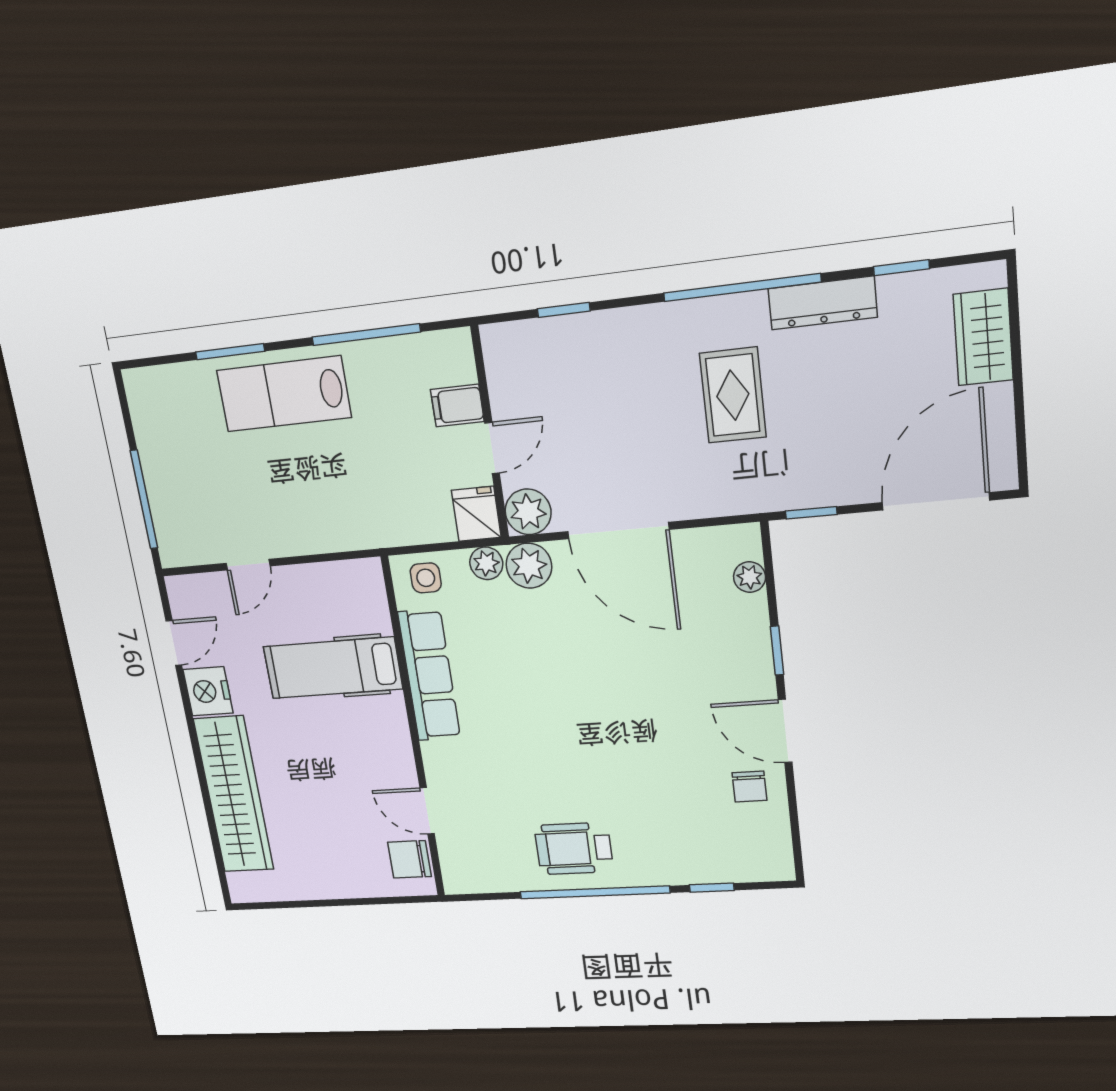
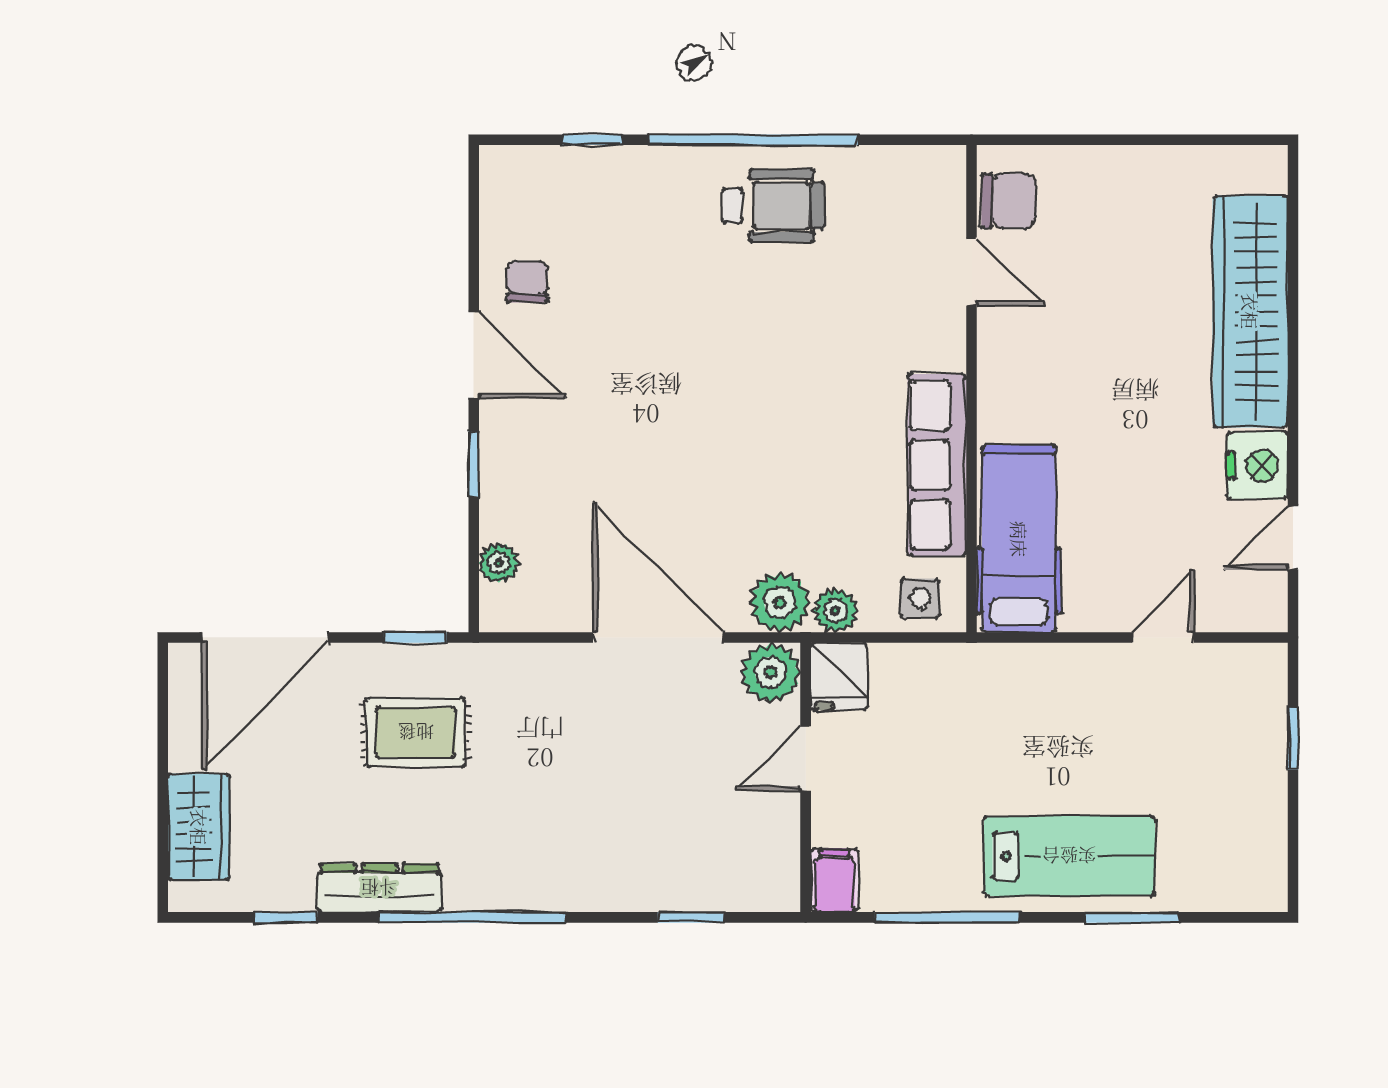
rug: (733, 395) -> (416, 732), moved, turned 90
filing cabinet: (457, 405) -> (835, 881), moved, turned -90
window: (144, 500) -> (1293, 739), width x0.46
hospital bed: (333, 668) -> (1019, 539), moved, turned -90

